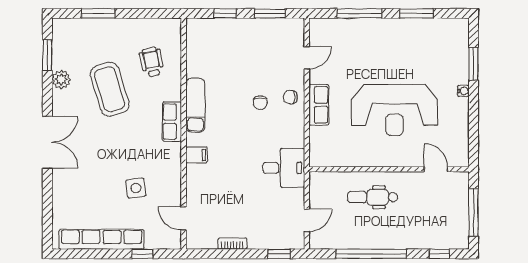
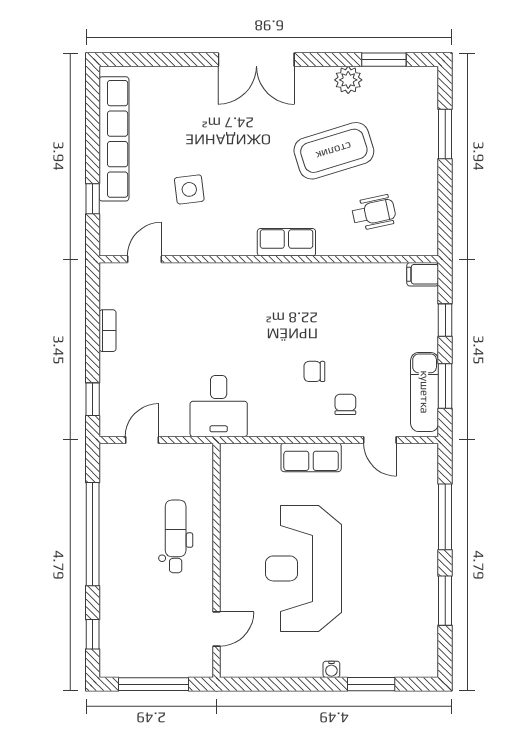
chair: (290, 97) -> (345, 404), moved
exam couch: (195, 105) -> (425, 392), moved, turned 90
filing cabinet: (197, 155) -> (423, 274), moved, turned 90
door: (307, 220) -> (142, 440), swing flipped

